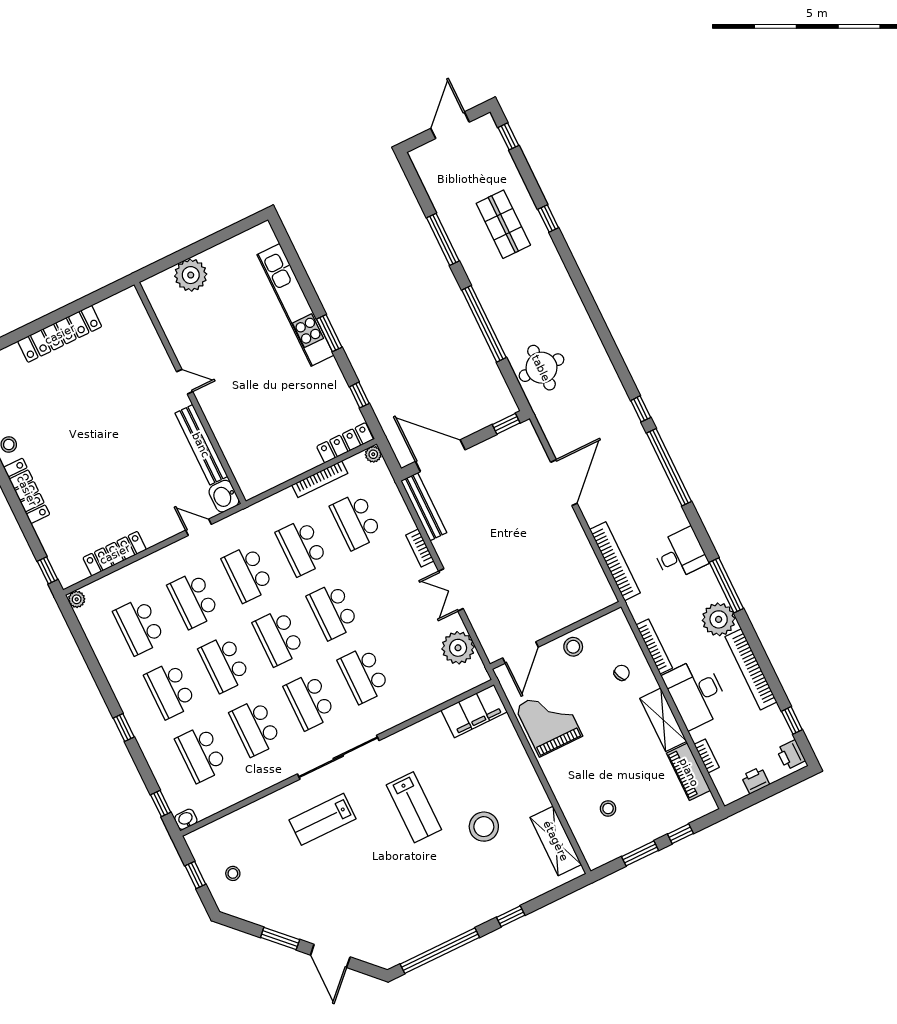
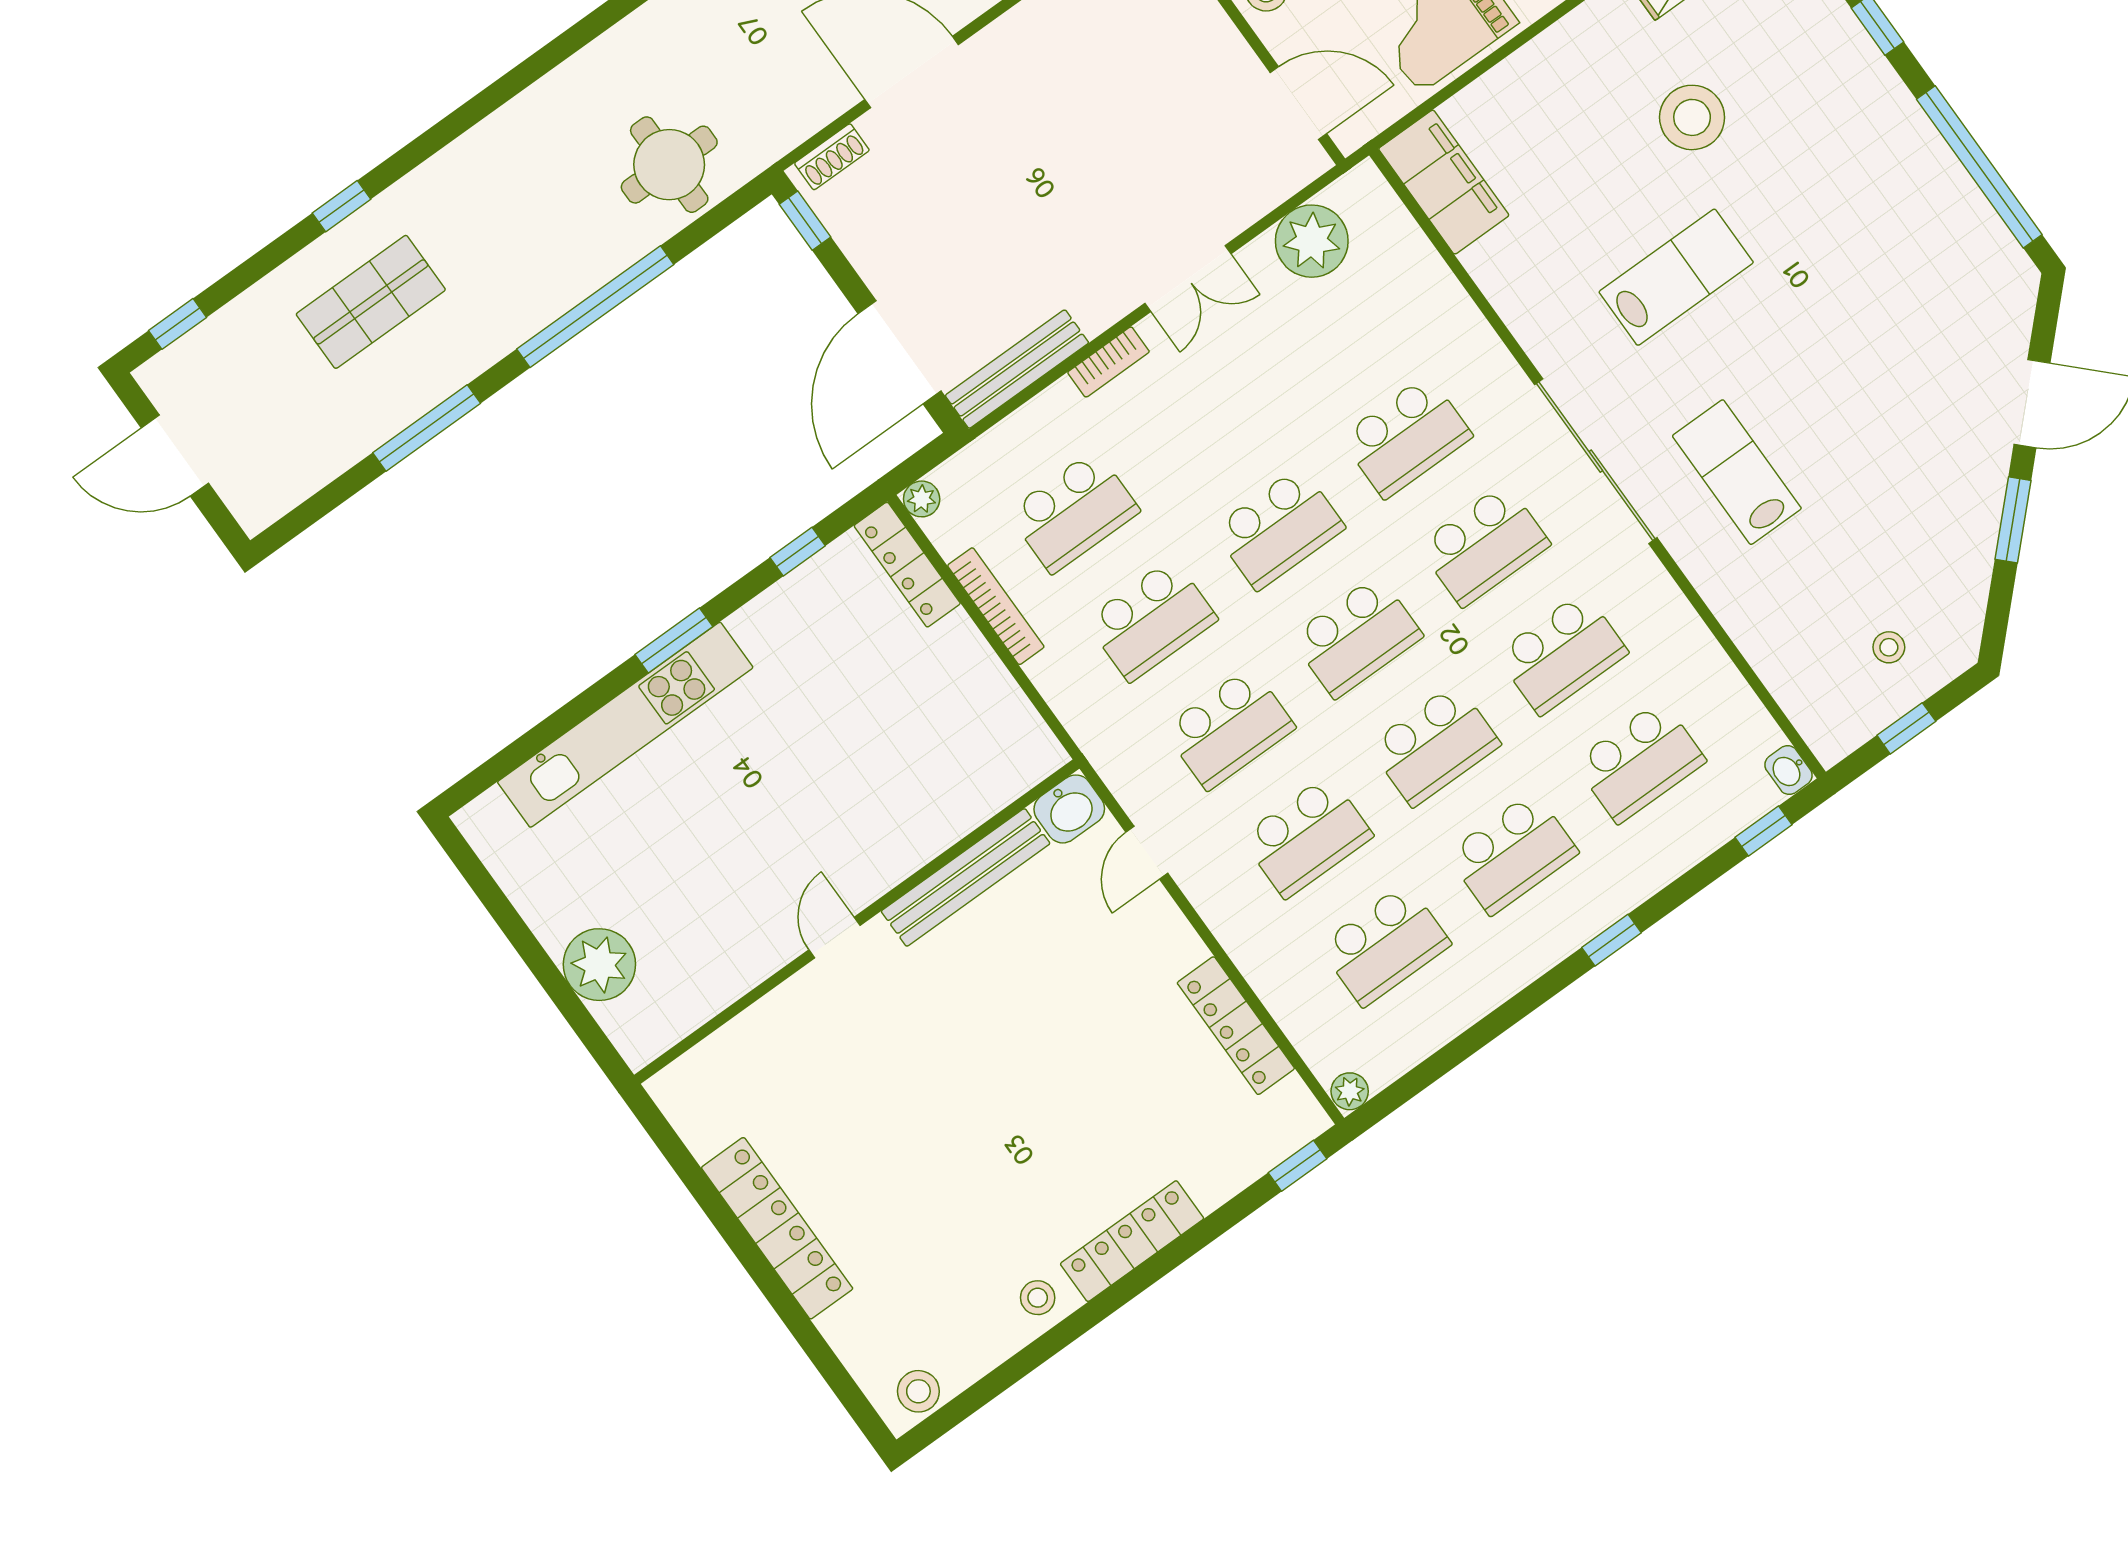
shoe rack: (532, 441) -> (832, 157), added
lab bench: (322, 819) -> (1737, 472), turned 180

